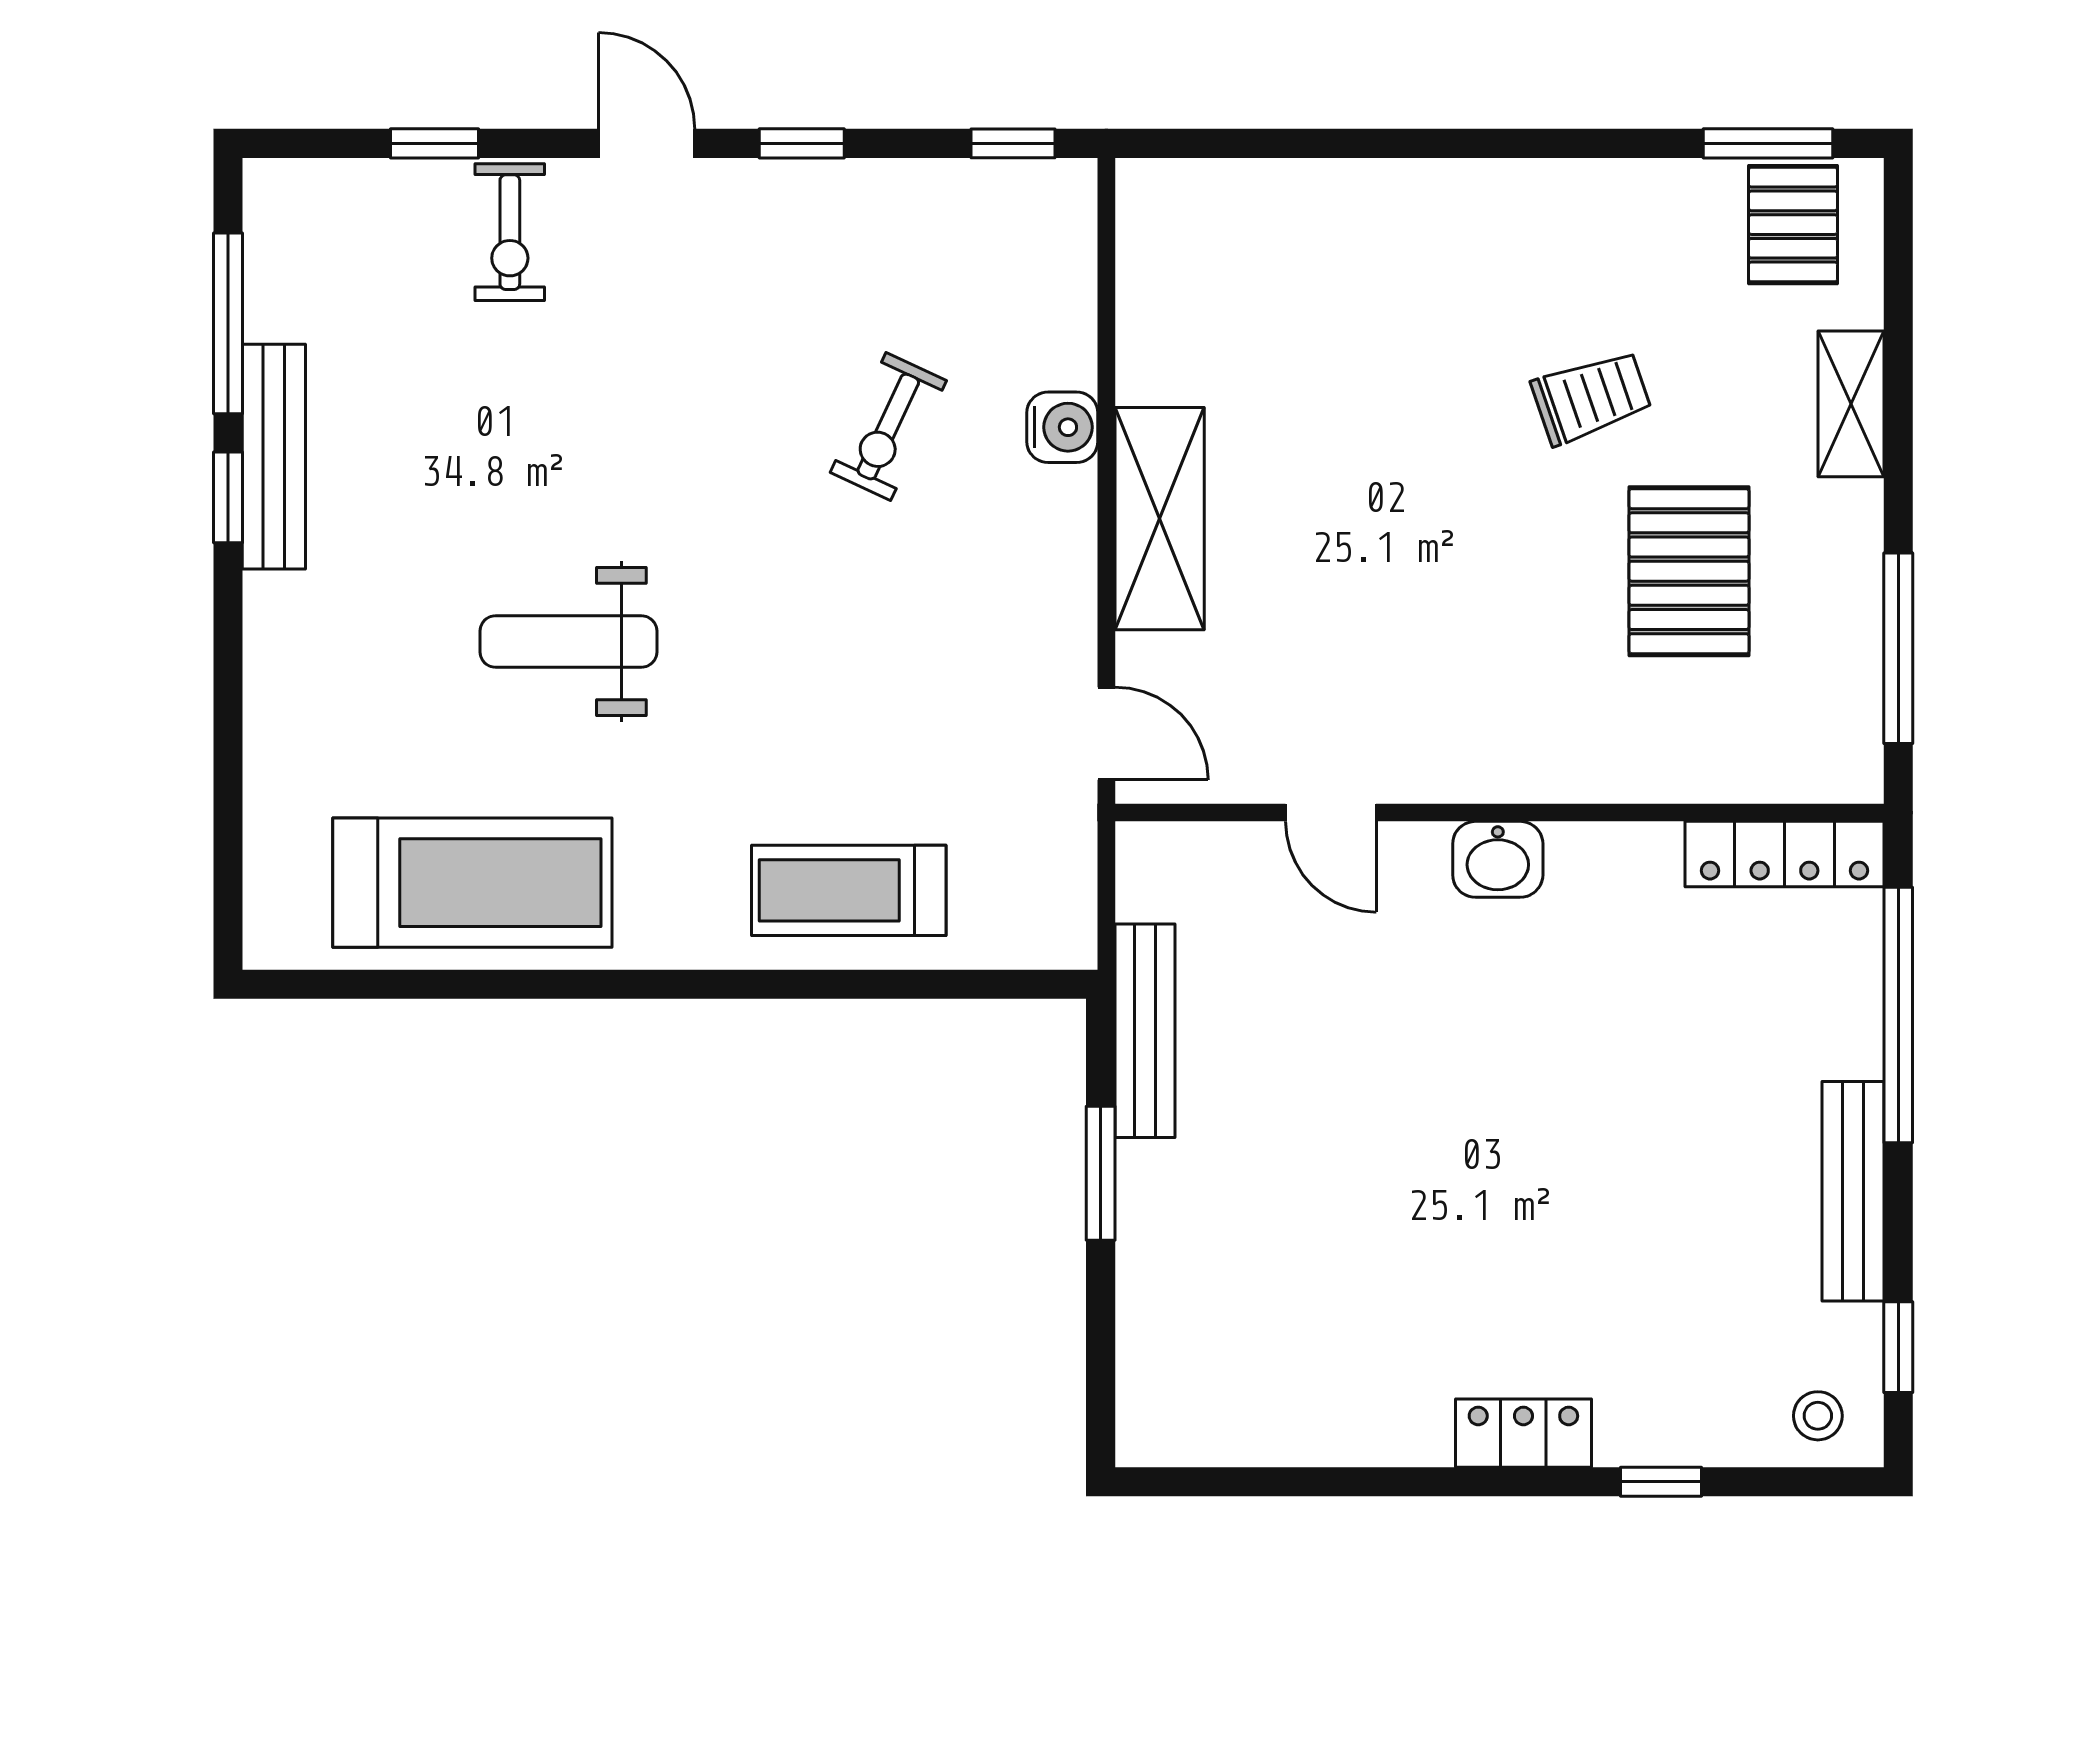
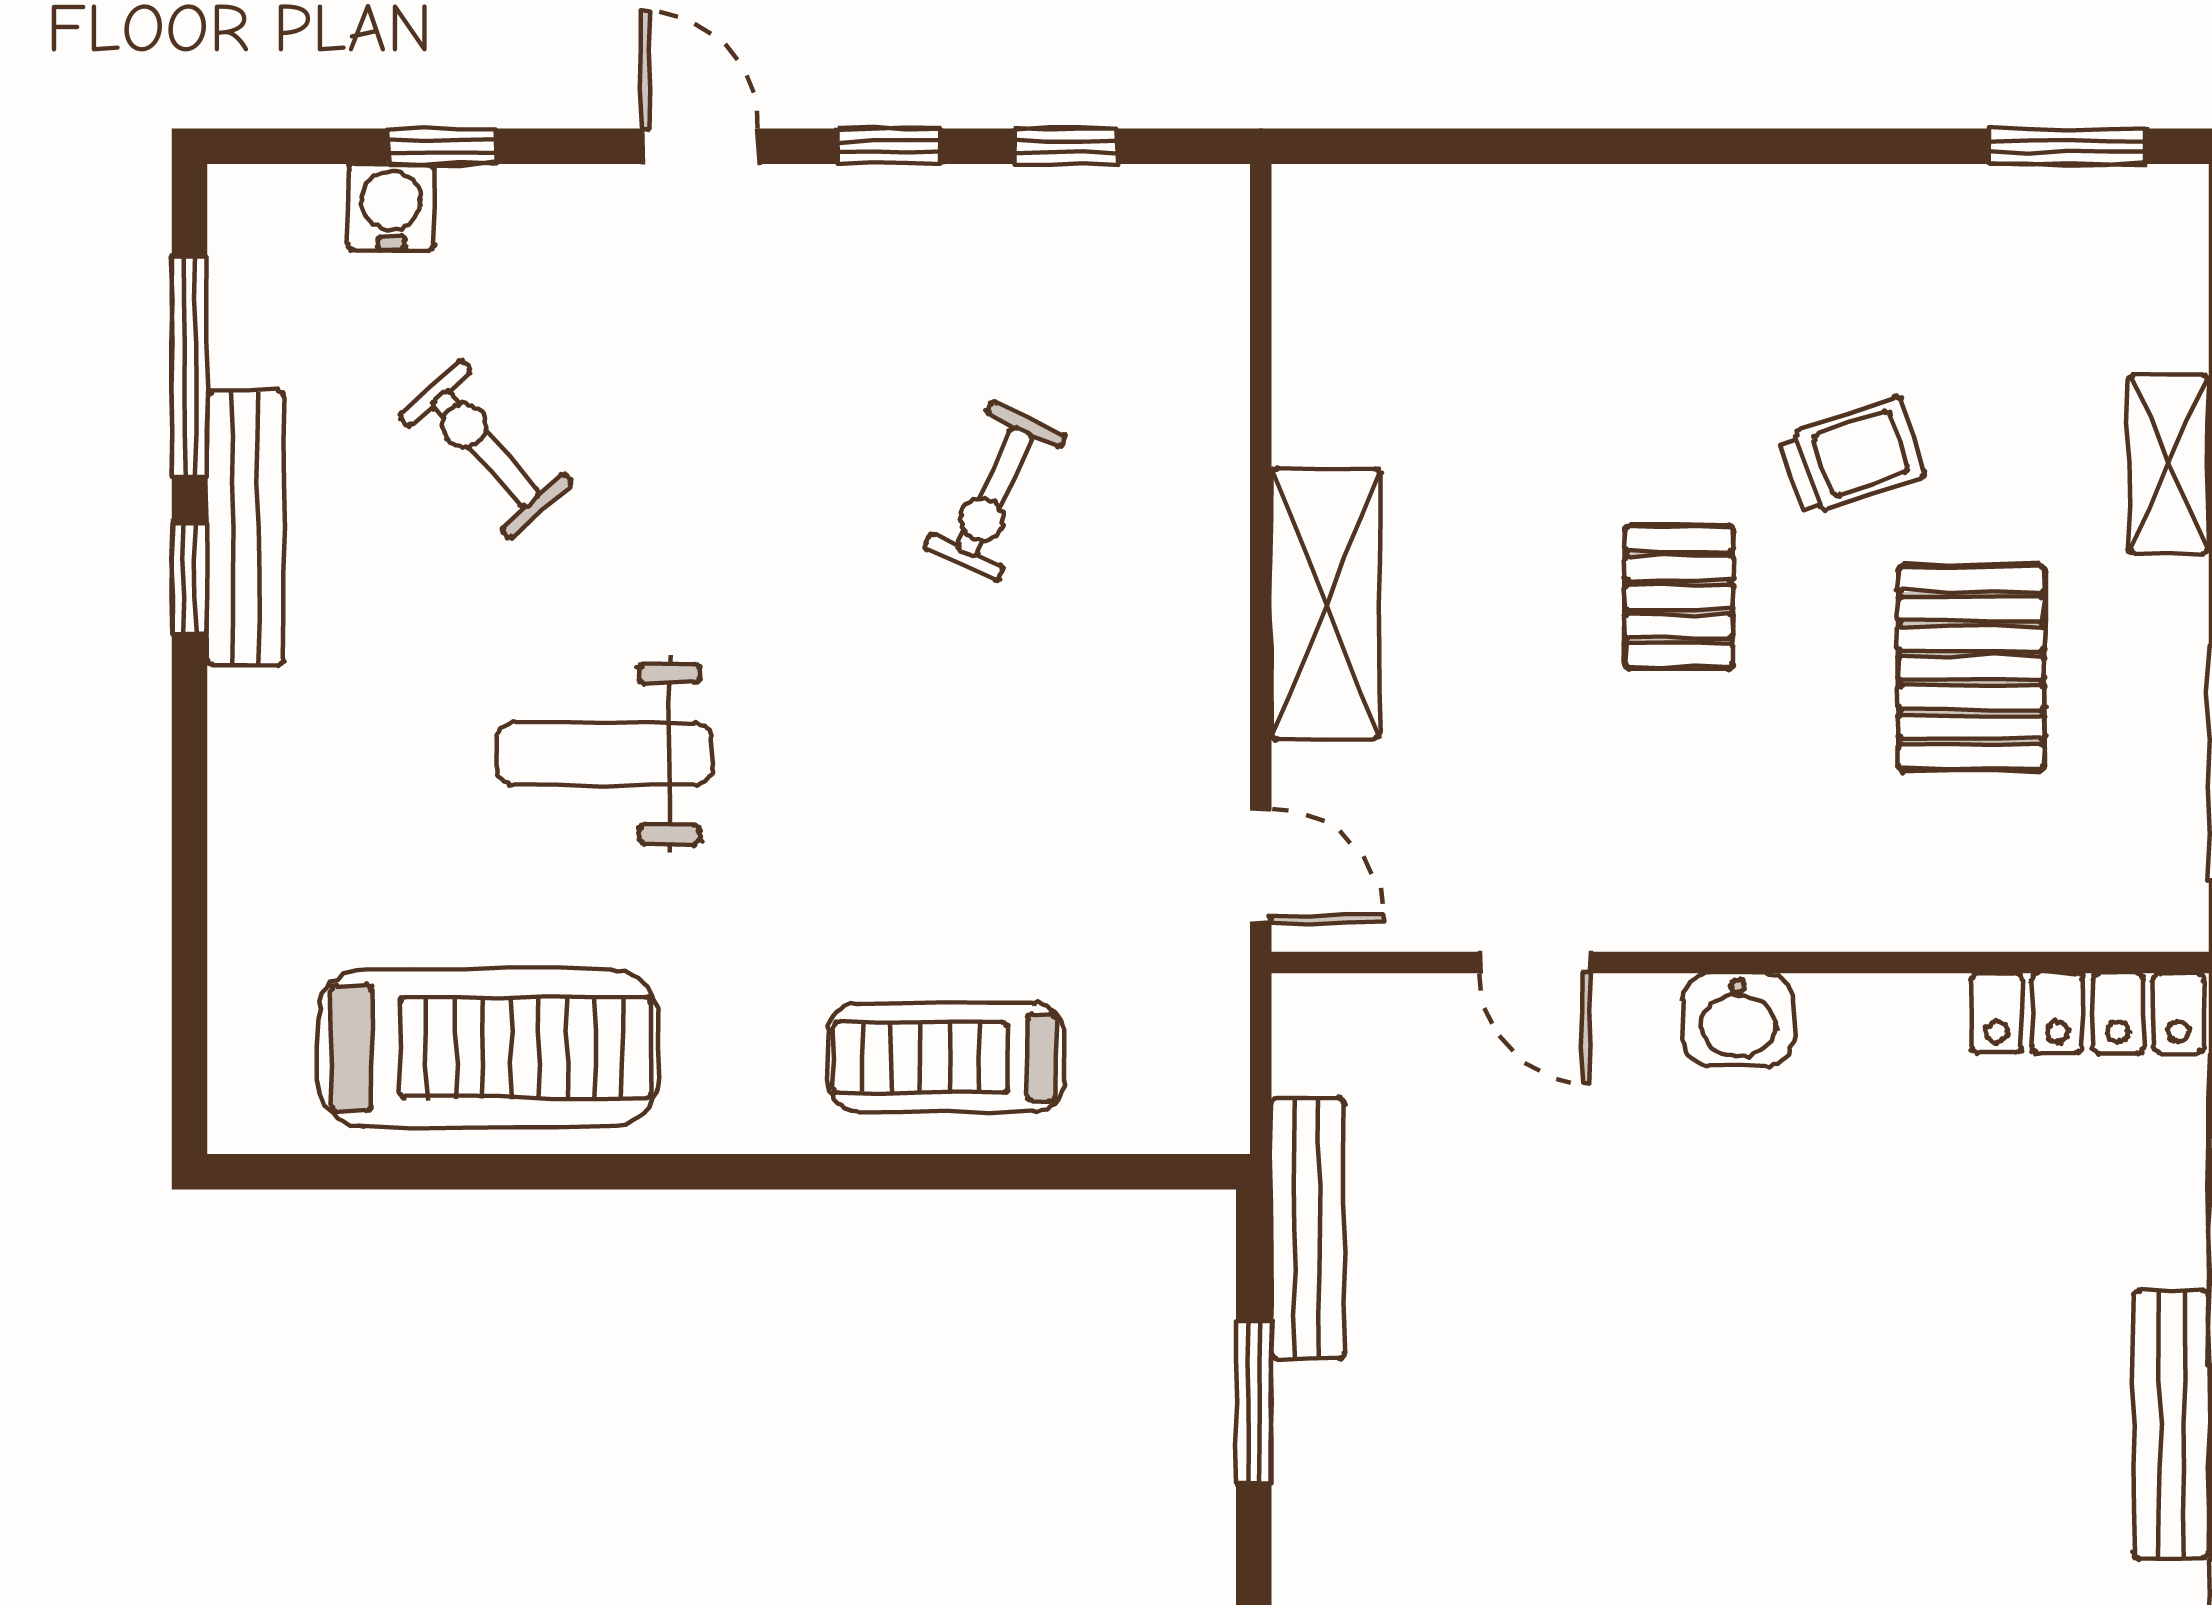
window: (1013, 143) -> (1066, 146), moved
pallet: (1793, 225) -> (1679, 597), moved
exercise bike: (510, 232) -> (485, 449), moved, turned 138
water cooler: (1062, 427) -> (391, 207), moved, turned -90

